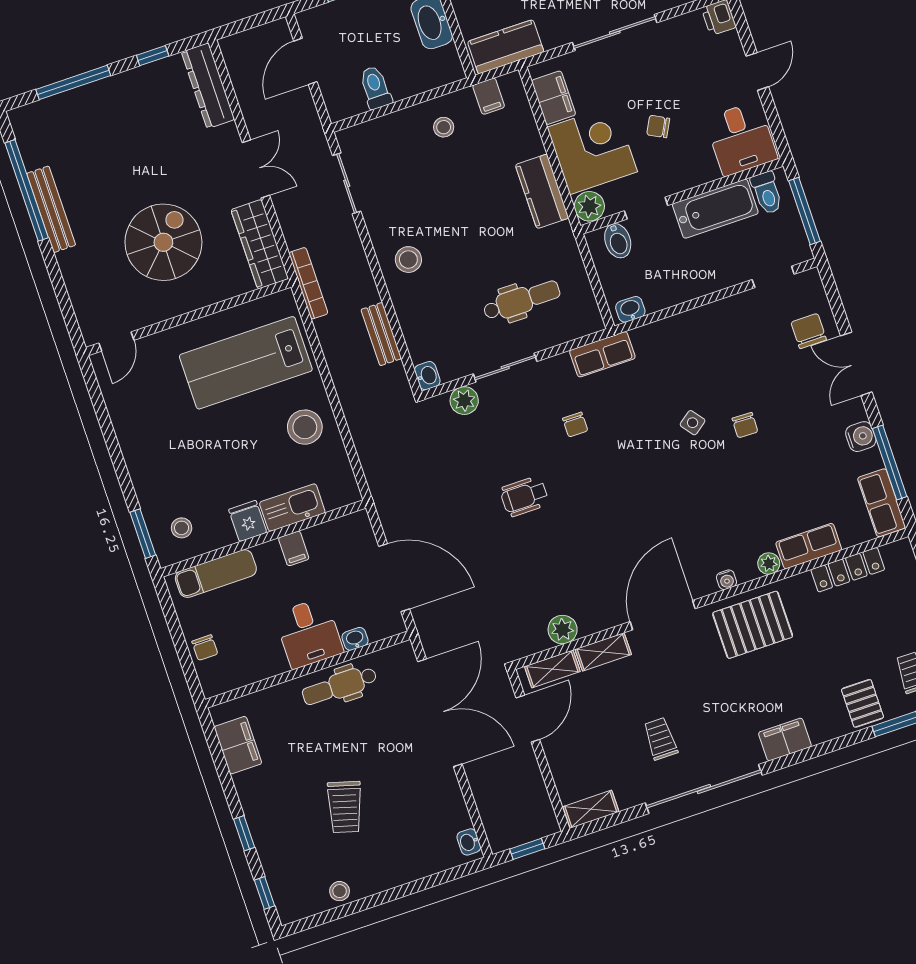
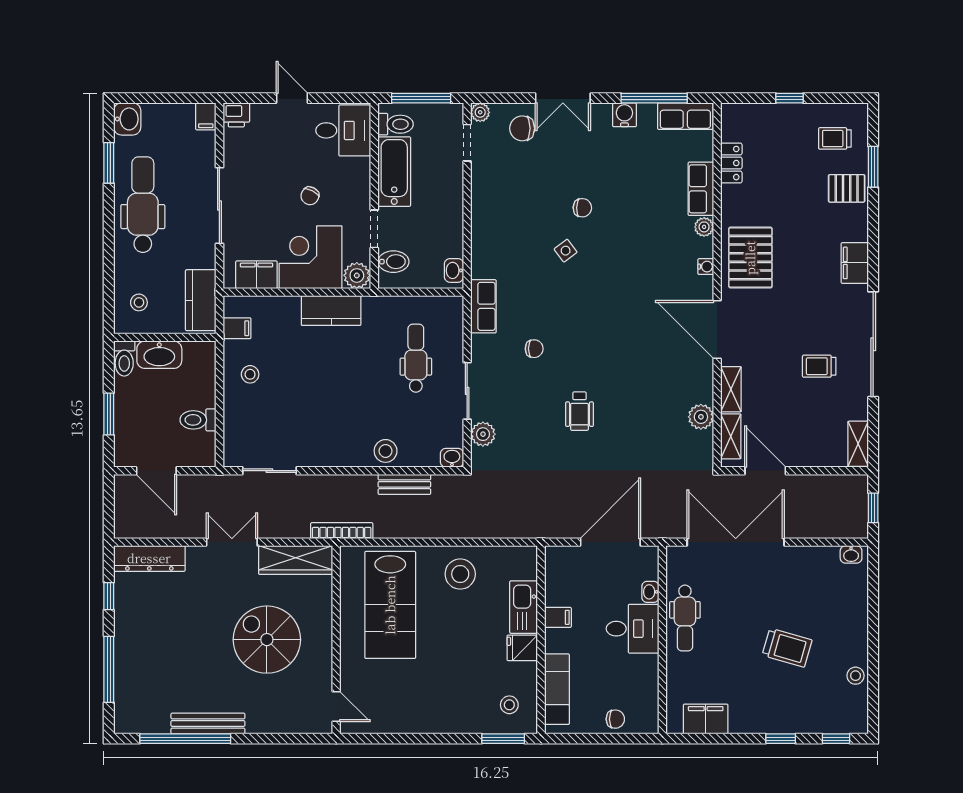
stool: (408, 260) -> (386, 451), moved
plant: (811, 280) -> (480, 112), added
locker: (848, 570) -> (731, 163), width x0.66

